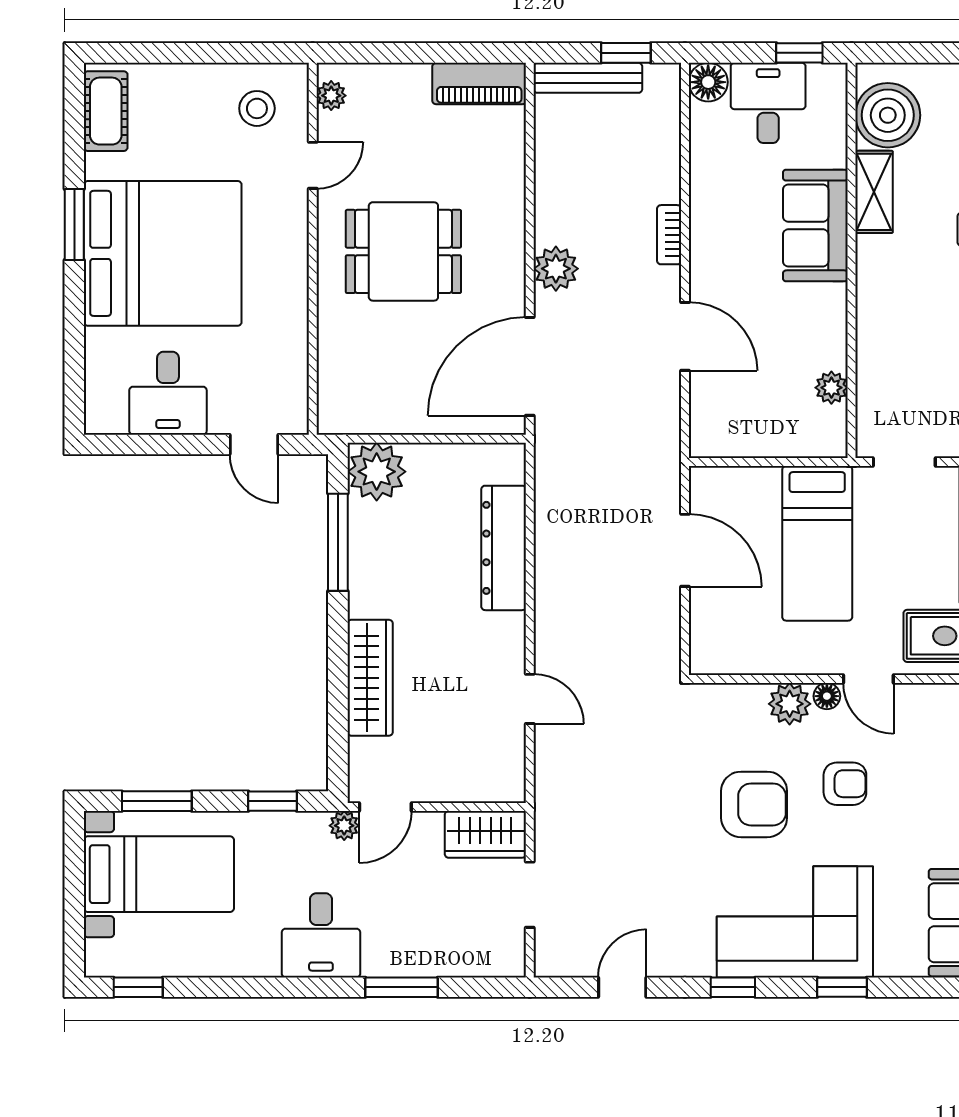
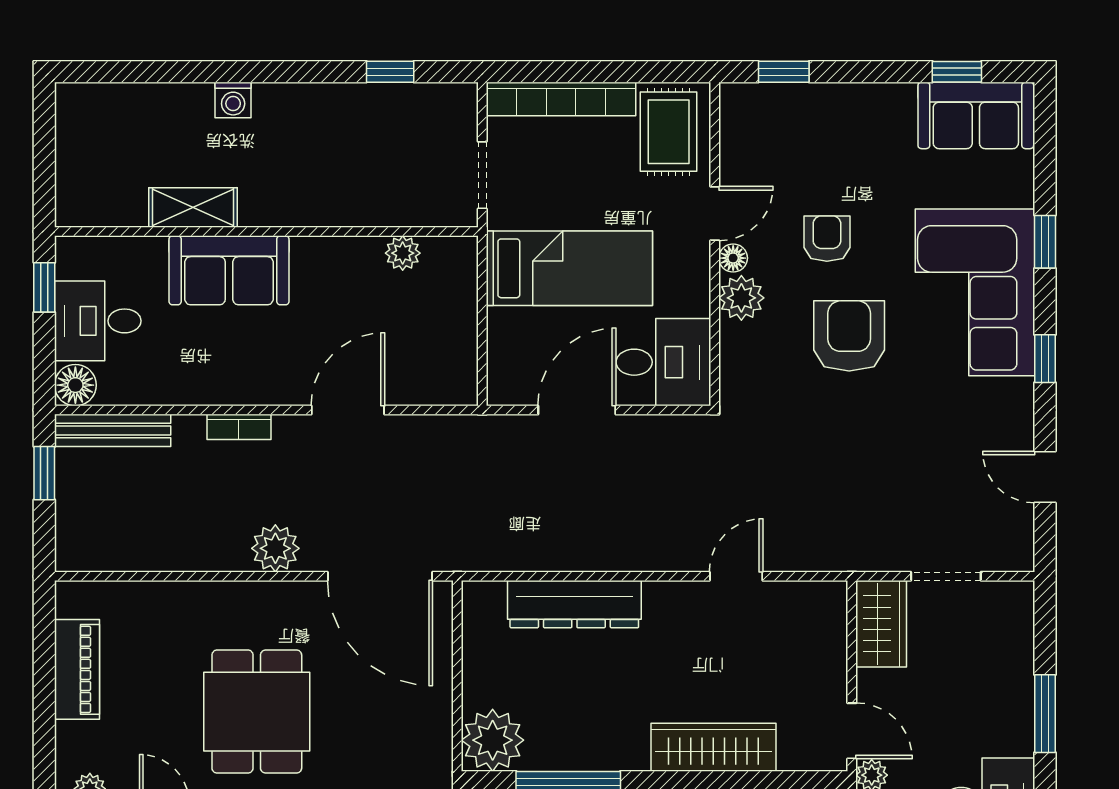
bench: (588, 78) -> (113, 430), moved, turned 90
piano: (479, 84) -> (77, 669), moved
boiler: (888, 115) -> (111, 193), removed
desk: (730, 631) -> (663, 362), added

